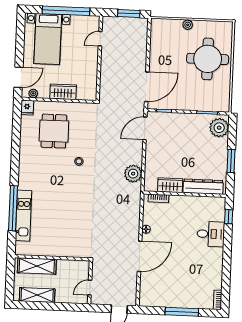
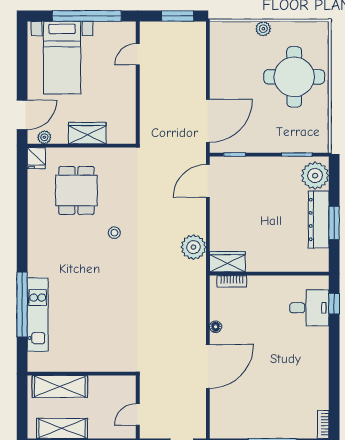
wardrobe: (170, 185) -> (227, 262), moved
dresser: (203, 187) -> (319, 219), moved, turned -90
desk: (211, 234) -> (309, 308), moved

